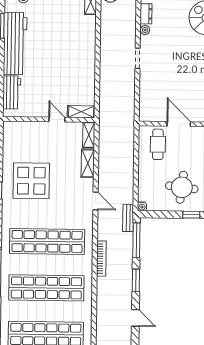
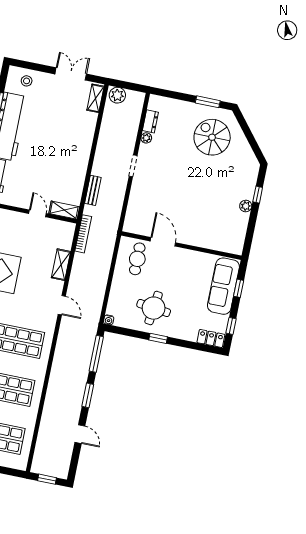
shelving: (89, 135) -> (67, 236), removed
bench: (128, 218) -> (93, 190), moved
bookcase: (101, 259) -> (83, 234), moved

